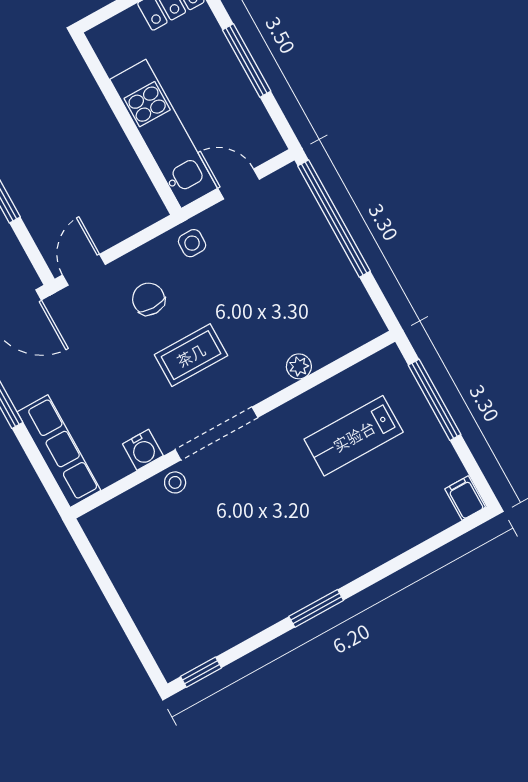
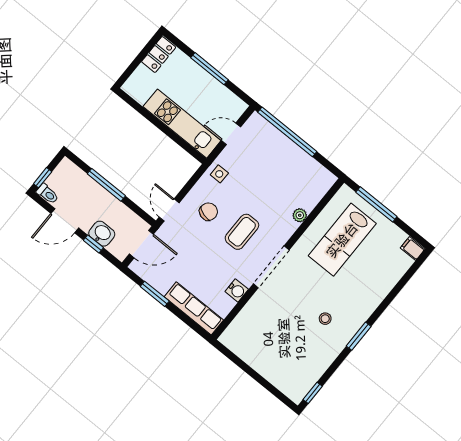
chair: (149, 299) -> (208, 212), turned 107
lab bench: (354, 436) -> (342, 240), width x1.36, depth x1.39
stool: (175, 482) -> (325, 319), moved

